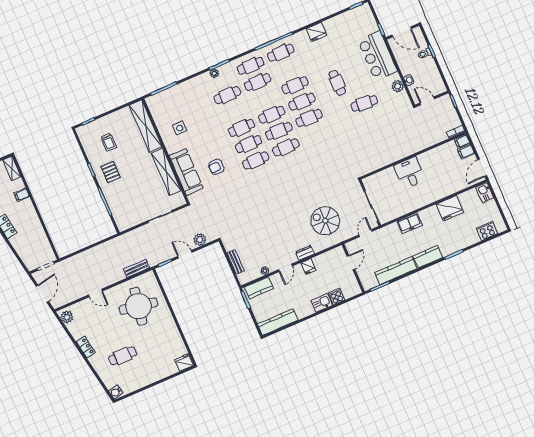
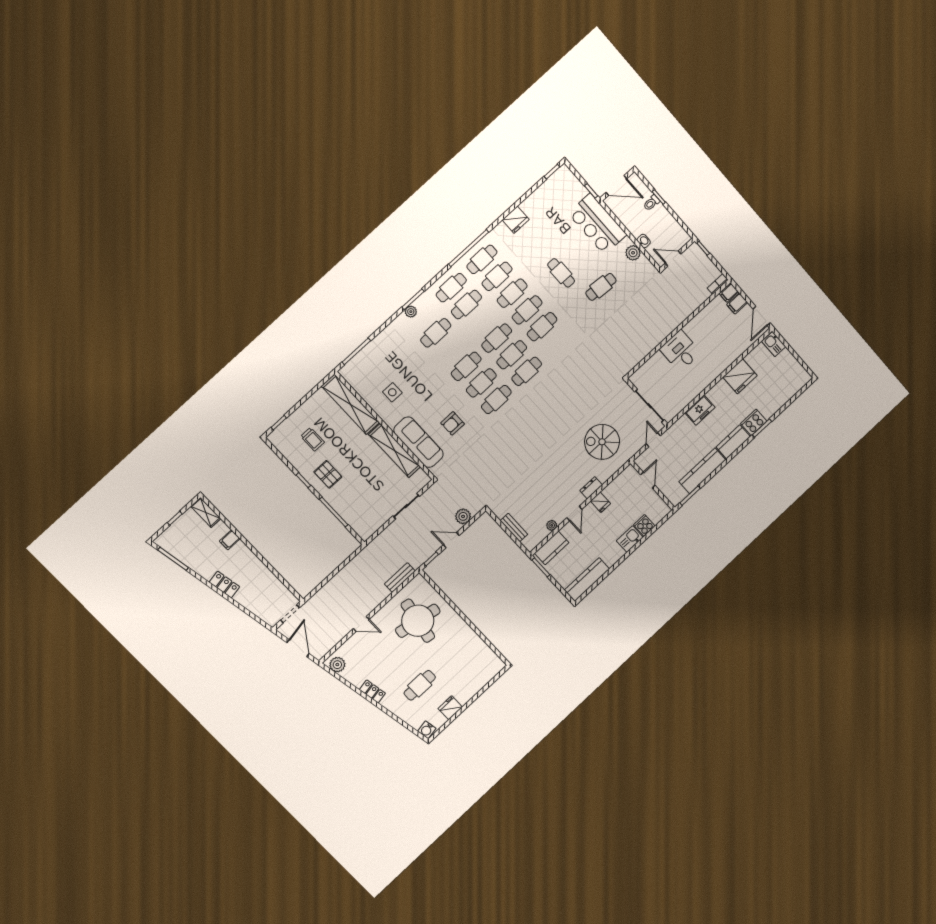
cafe table: (288, 69) -> (497, 276), added
cooker: (487, 231) -> (754, 422), moved
fridge: (184, 362) -> (450, 708), moved

